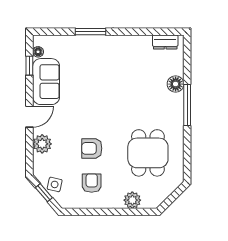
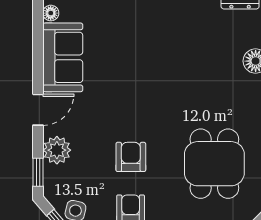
window: (29, 66) -> (38, 172), moved
armchair: (92, 148) -> (131, 157), turned 90

